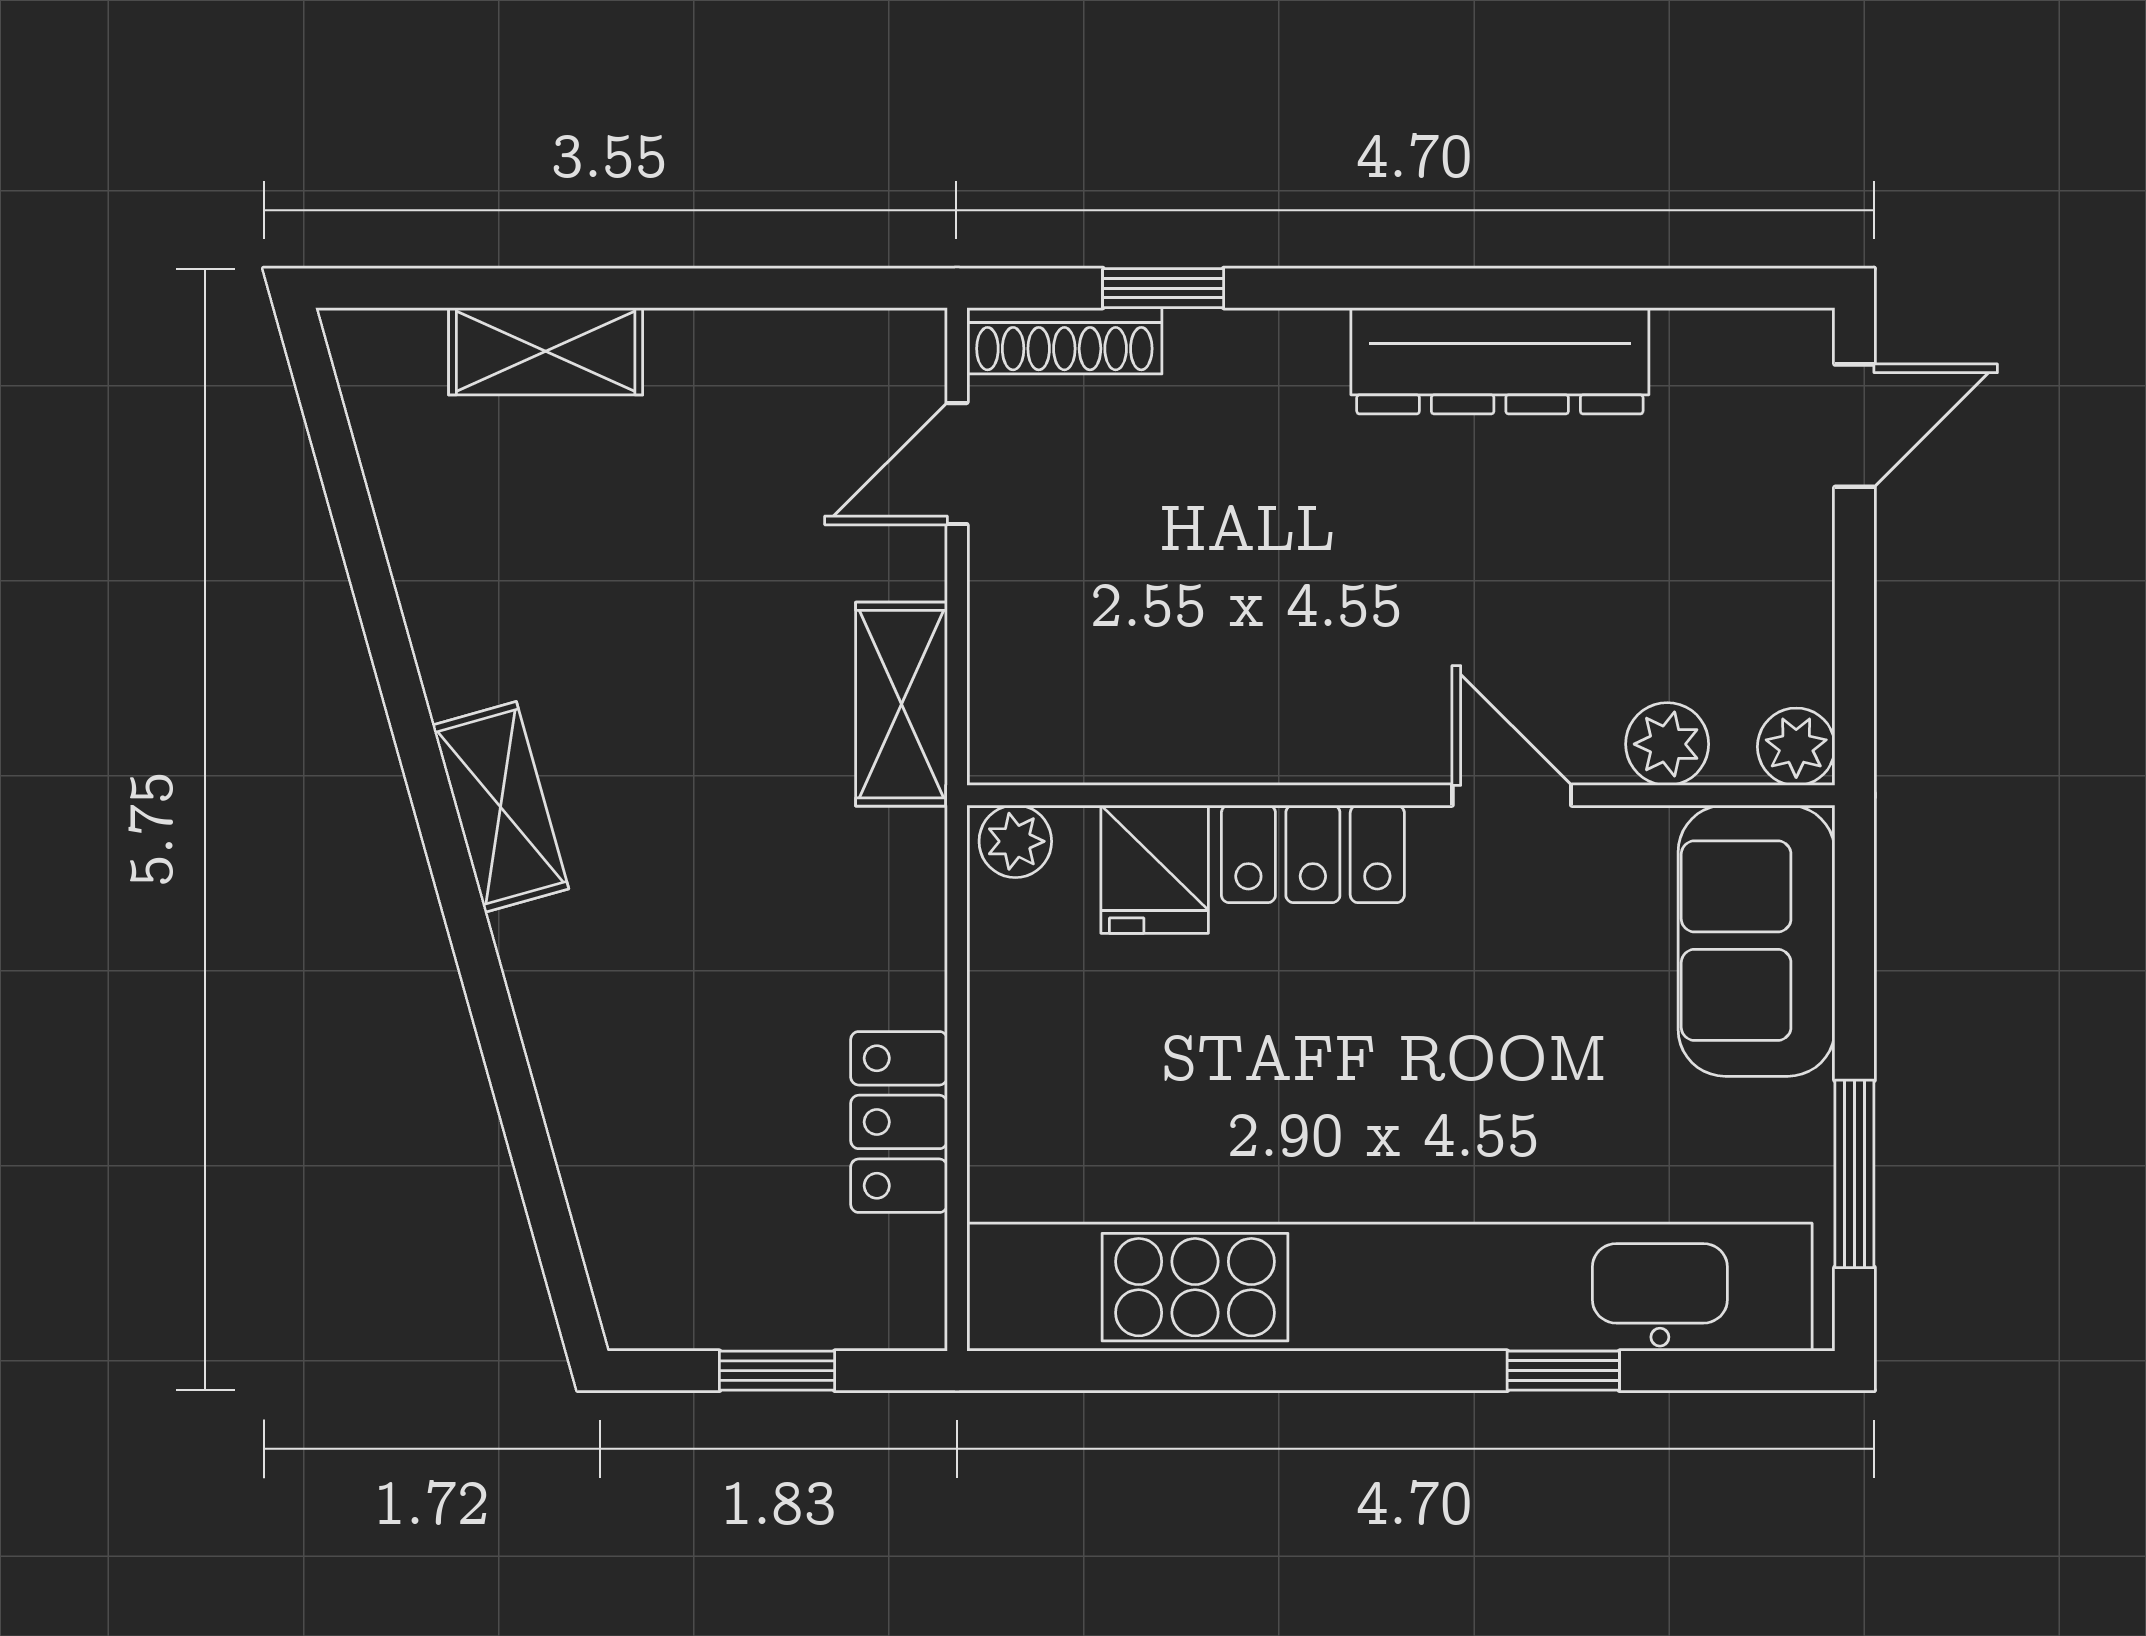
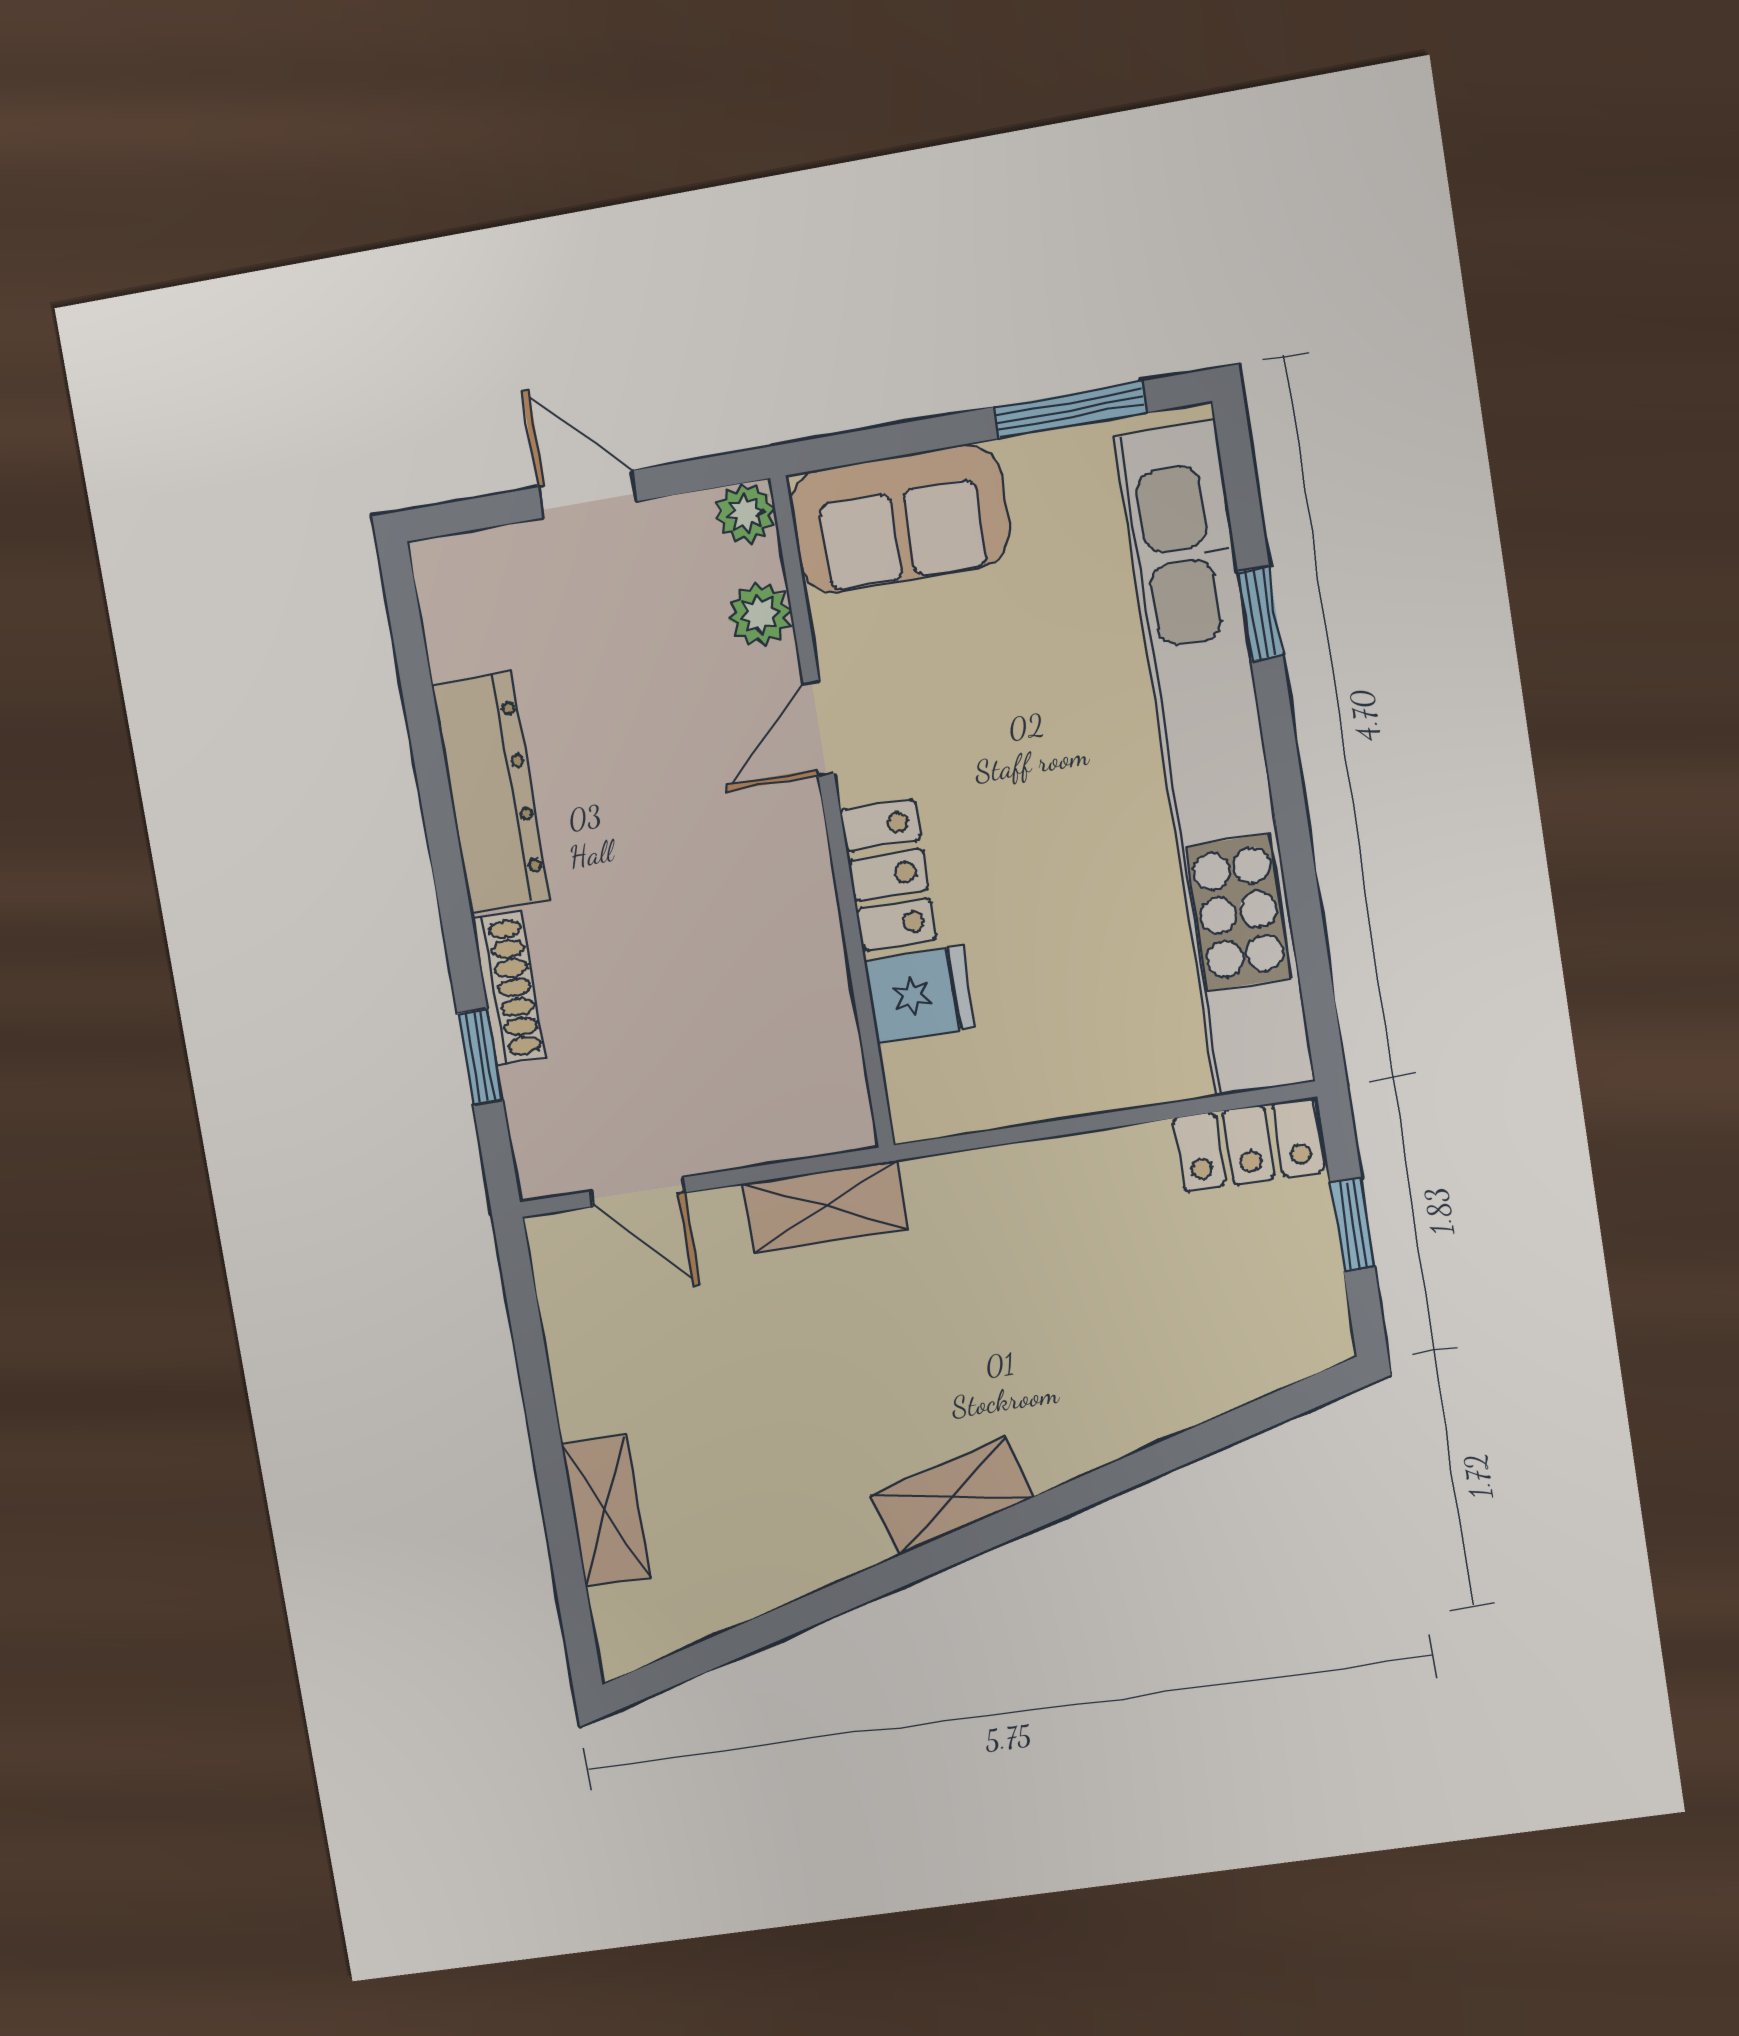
shoe rack: (1064, 341) -> (509, 988), moved
door: (1854, 426) -> (587, 494), moved
plant: (1015, 841) -> (915, 1104), removed
locker: (899, 1122) -> (1249, 1145), moved

